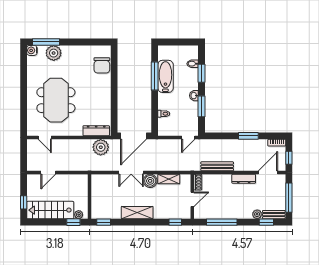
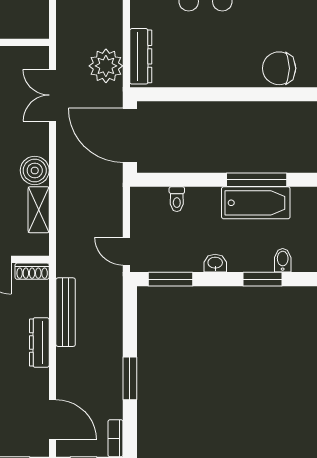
window: (202, 106) -> (170, 279), moved
double door: (131, 172) -> (53, 95), moved
dresser: (244, 179) -> (39, 343), moved

